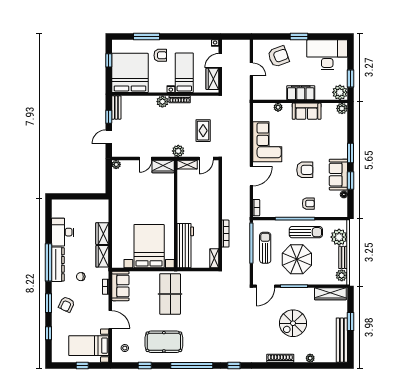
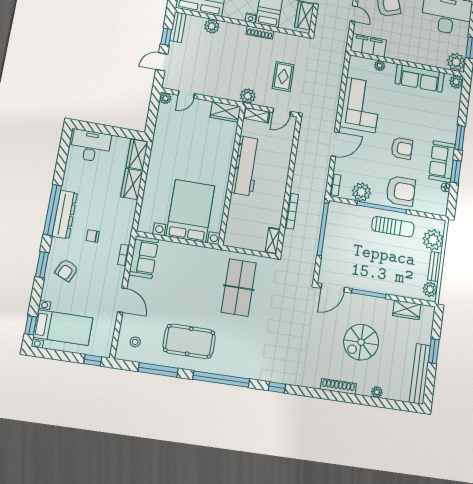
filing cabinet: (301, 93) -> (368, 45), moved
plant: (162, 102) -> (212, 26), moved
sofa: (307, 111) -> (420, 78), width x1.36
door: (146, 158) -> (186, 94), moved
armchair: (308, 204) -> (401, 191), width x1.88, depth x1.88
plant: (277, 210) -> (361, 192), added
desk: (63, 232) -> (91, 146), moved, turned 90
workbench: (185, 246) -> (246, 166), moved
sun lounger: (265, 248) -> (339, 238), removed
wardrobe: (102, 256) -> (137, 154), moved
parasol: (297, 259) -> (377, 259), removed
table tennis table: (170, 294) -> (239, 288), moved
wardrobe: (330, 294) -> (407, 310), width x0.67
window: (49, 333) -> (31, 325), moved
bed with nightstands: (89, 346) -> (63, 328), moved, turned 180
window: (82, 366) -> (93, 360), moved
window: (145, 366) -> (158, 370), width x2.17

